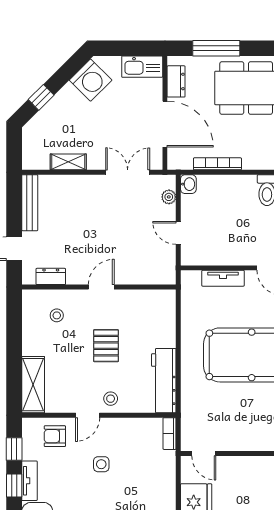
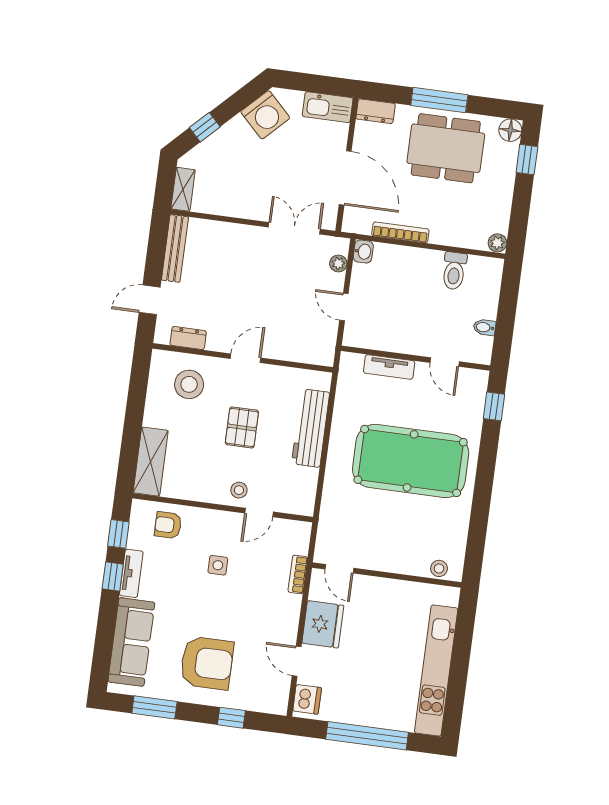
window: (216, 48) -> (439, 100), moved
dresser: (176, 81) -> (376, 111), moved, turned 90
shelving: (68, 162) -> (183, 189), moved, turned 90
stool: (57, 315) -> (189, 384), width x1.89, depth x1.89
workbench: (164, 381) -> (311, 428), moved
door: (88, 415) -> (259, 512), moved
bookcase: (170, 434) -> (298, 574), moved

